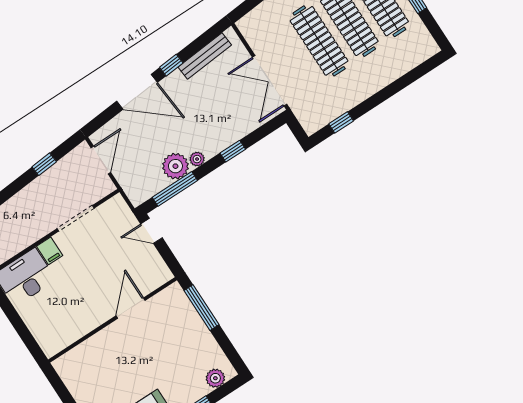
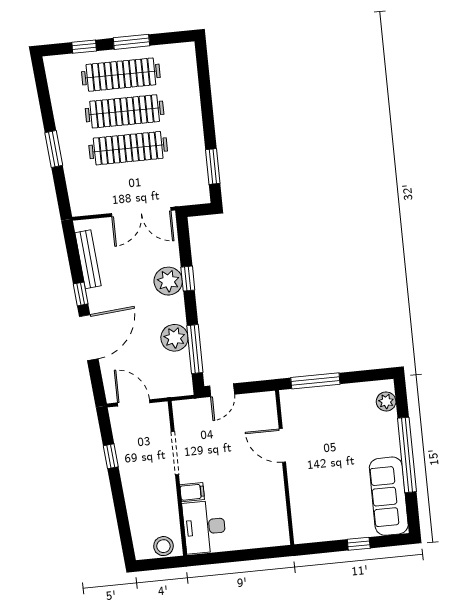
window: (341, 122) -> (213, 167), width x1.50
plant: (197, 159) -> (168, 281), moved, width x1.87, depth x1.87

